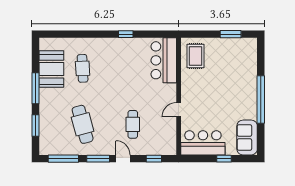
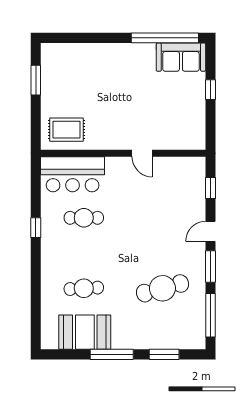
window: (261, 99) -> (165, 38), moved
cafe table: (133, 124) -> (84, 218), moved
bar counter: (203, 143) -> (188, 119), removed

